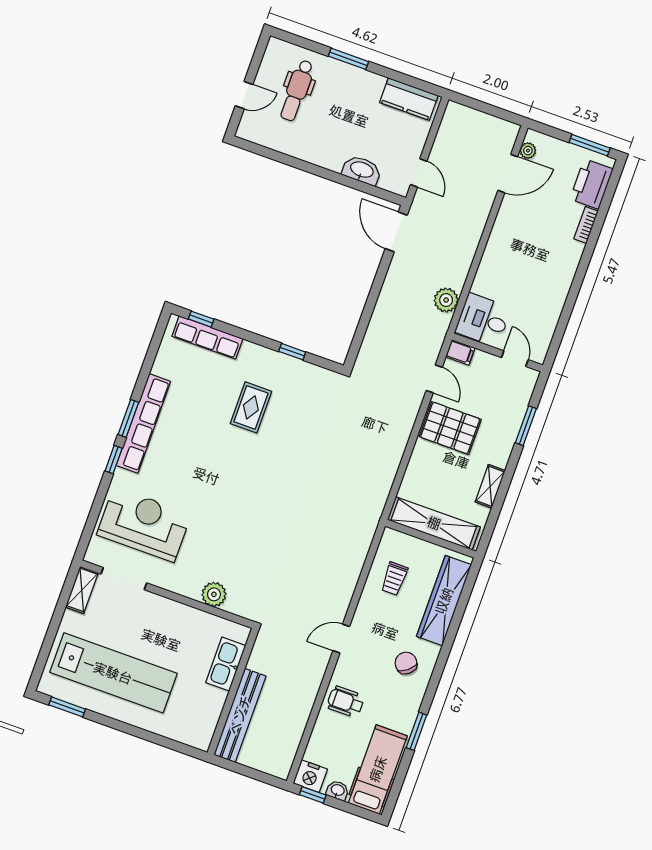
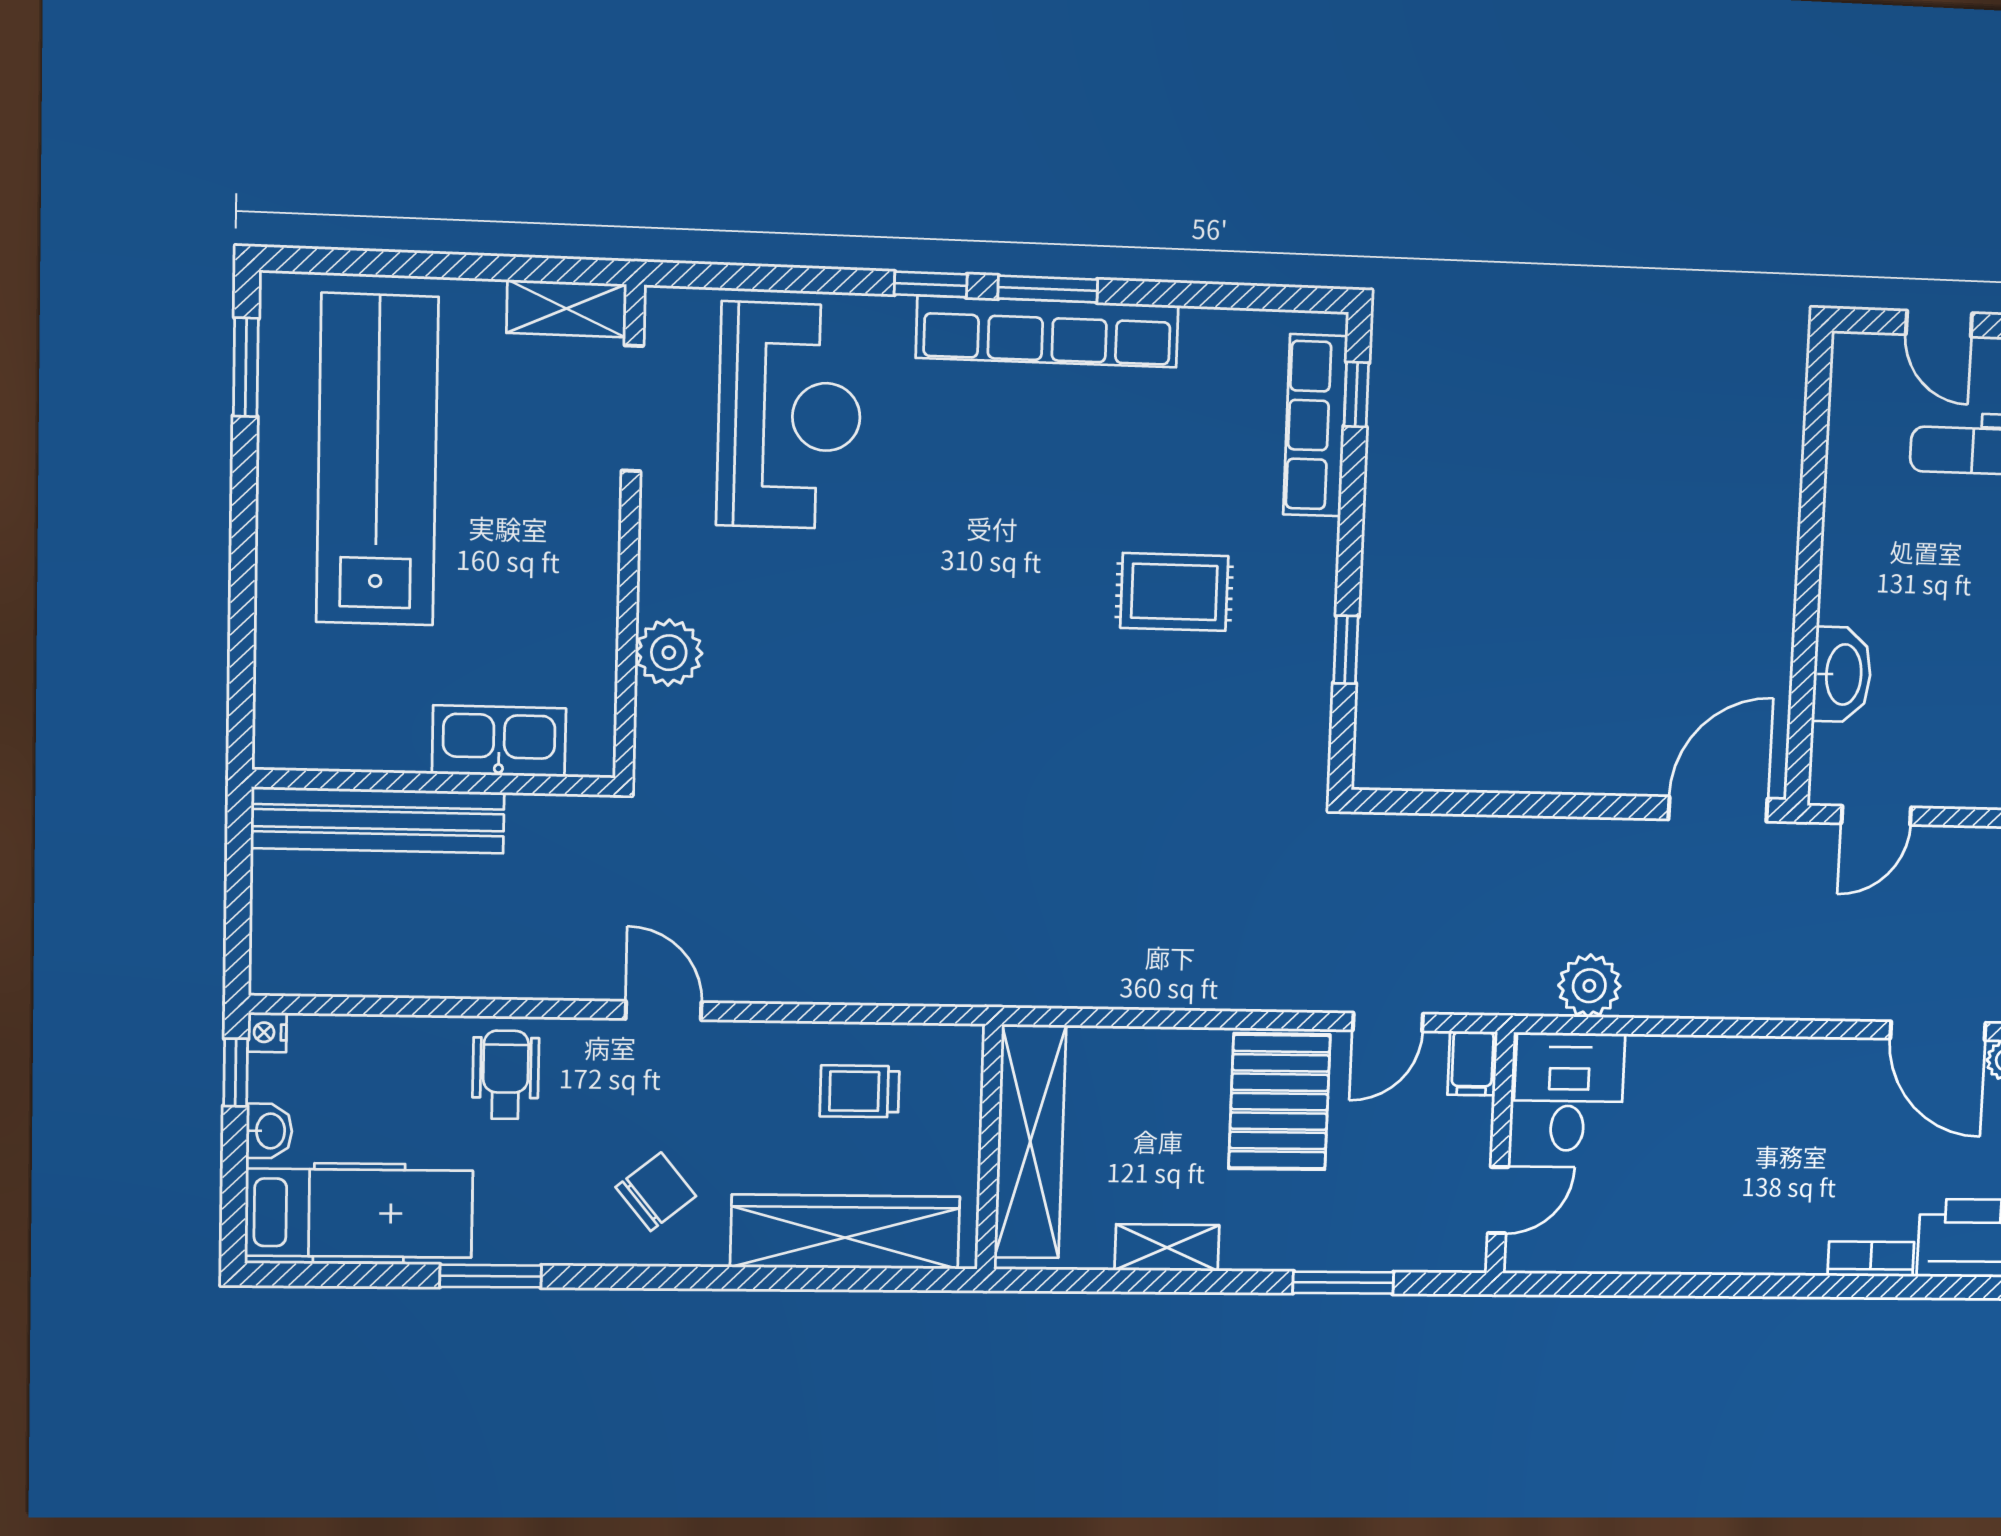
lab bench: (113, 673) -> (377, 460), turned 180
nightstand: (310, 776) -> (267, 1032), width x0.53, depth x0.56

